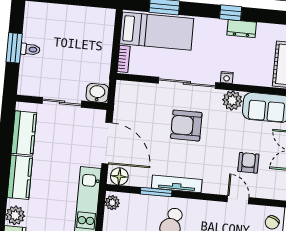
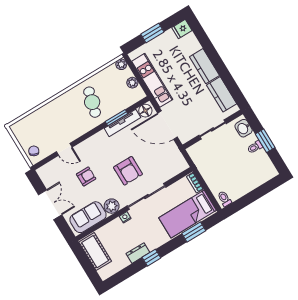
toilet: (104, 18) -> (224, 199), added
washbasin: (97, 93) -> (244, 128), moved, turned 90
armchair: (186, 125) -> (128, 171), turned 90
armchair: (248, 163) -> (86, 176), moved, turned -90
tv unit: (177, 184) -> (122, 123), moved
plant: (112, 203) -> (132, 83), moved
plant: (15, 215) -> (190, 41), removed

